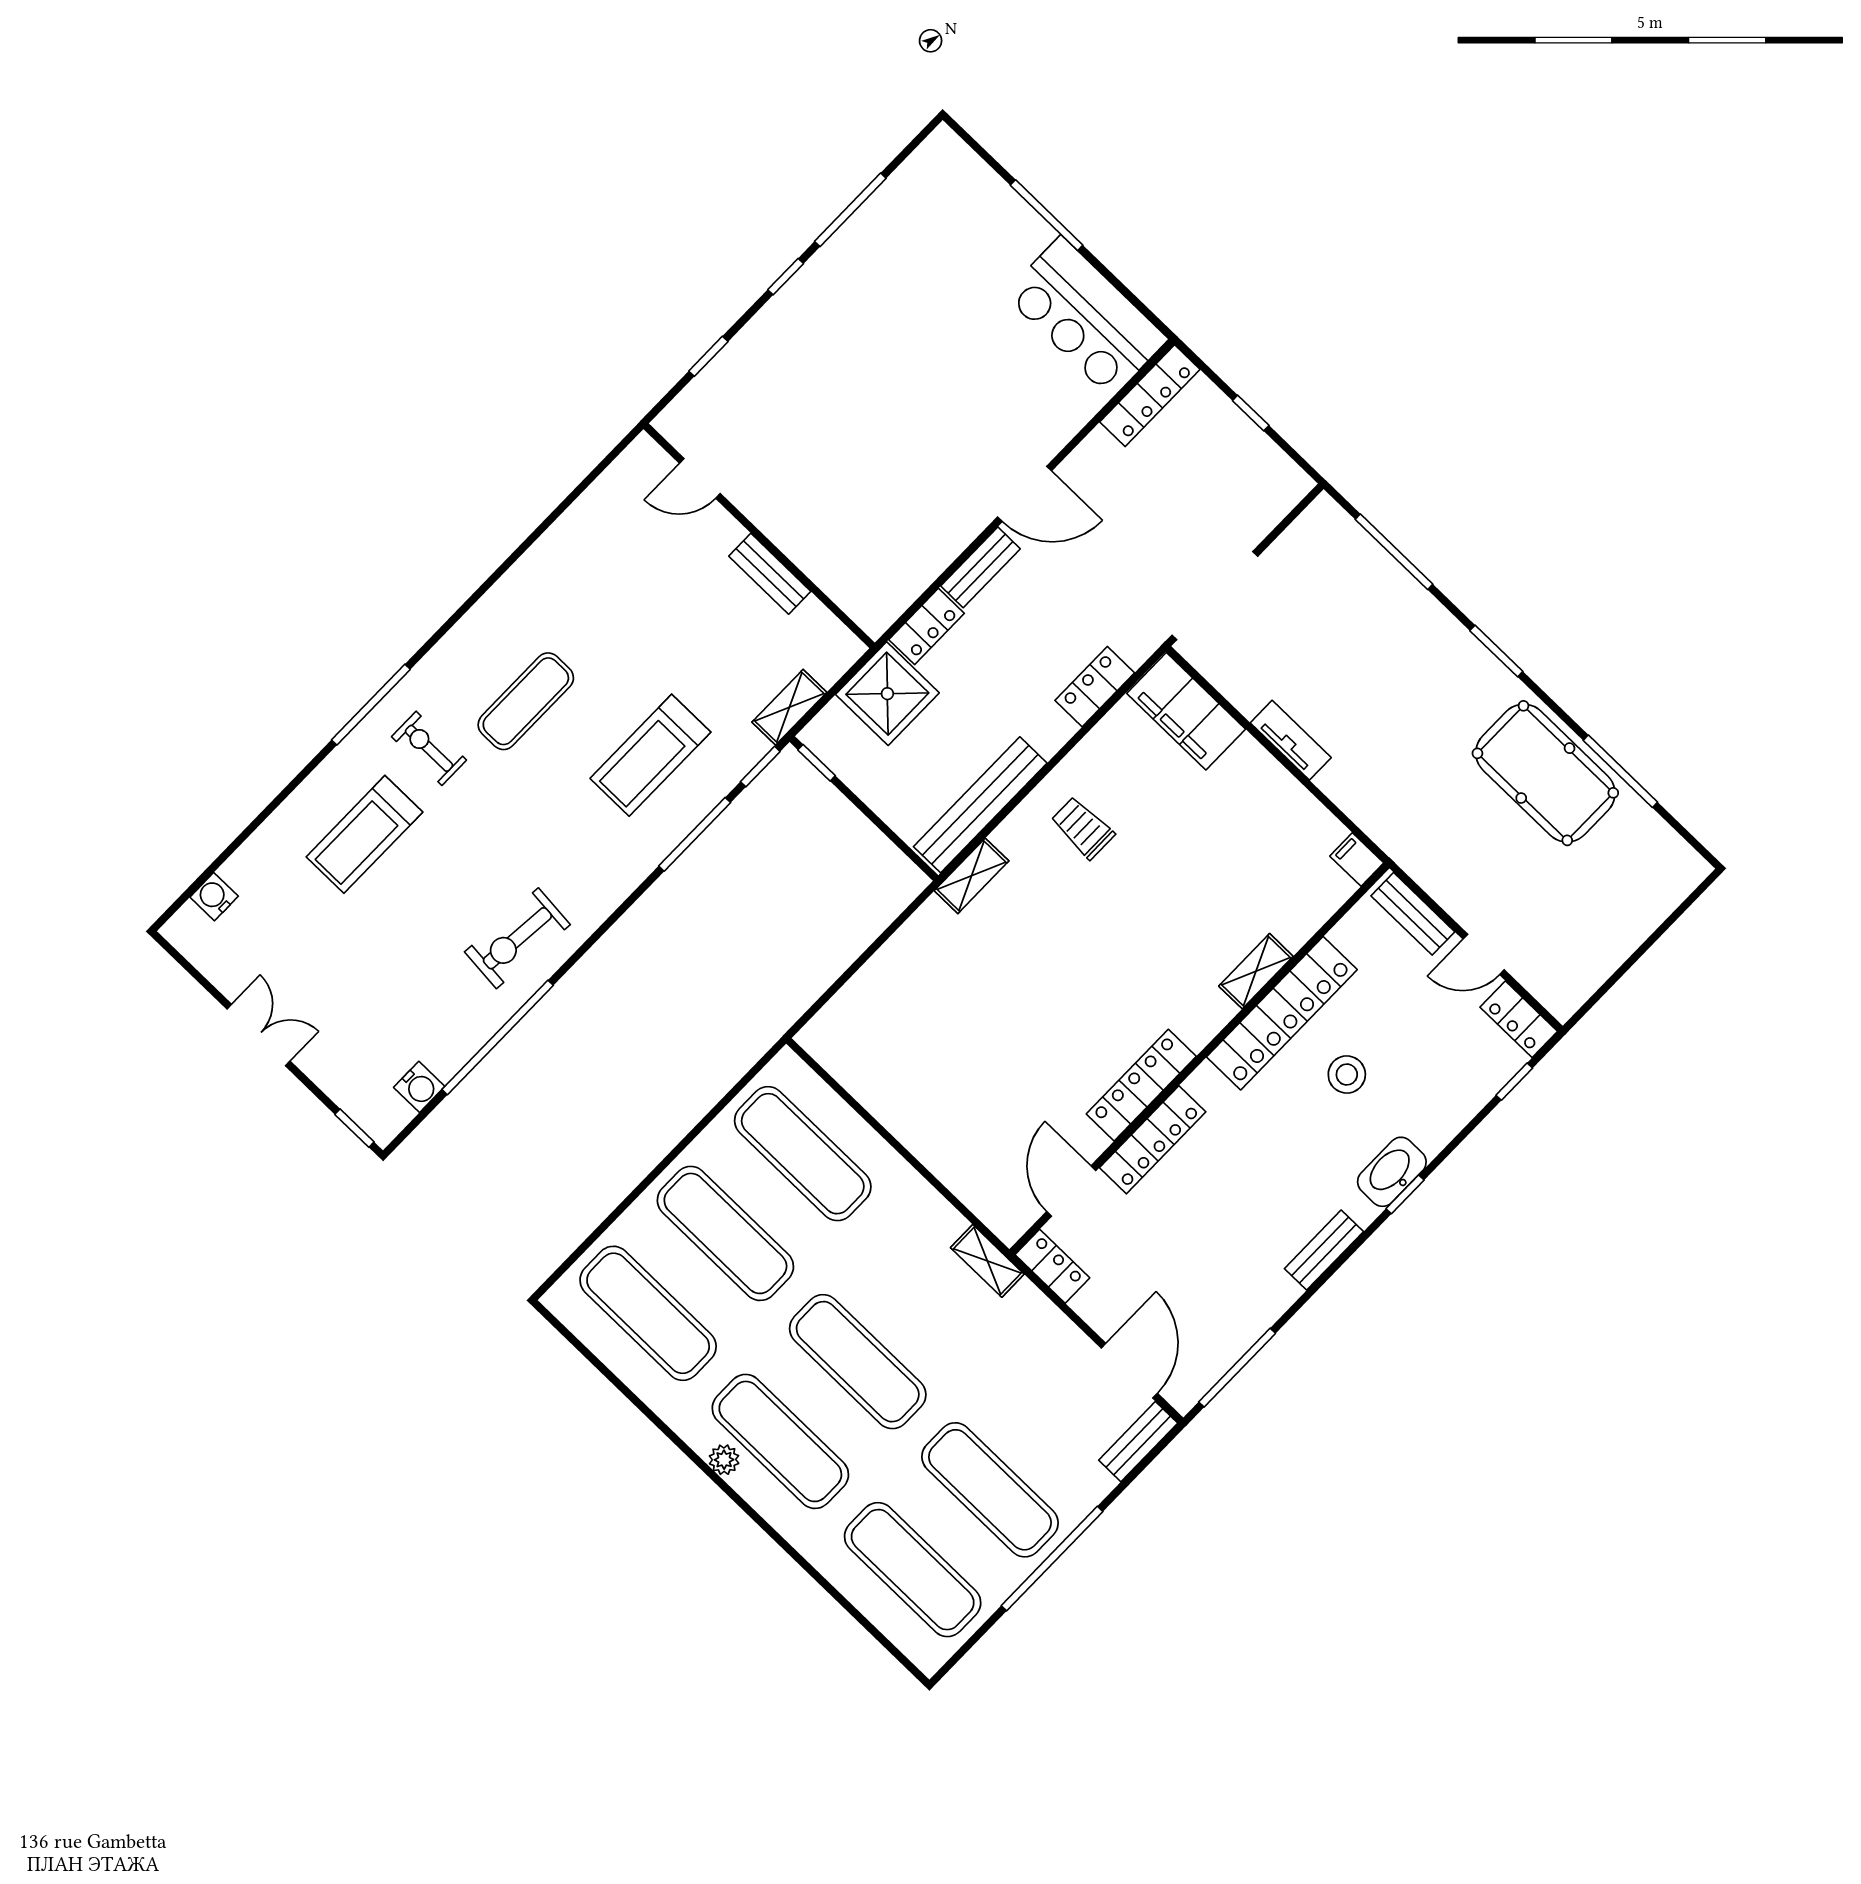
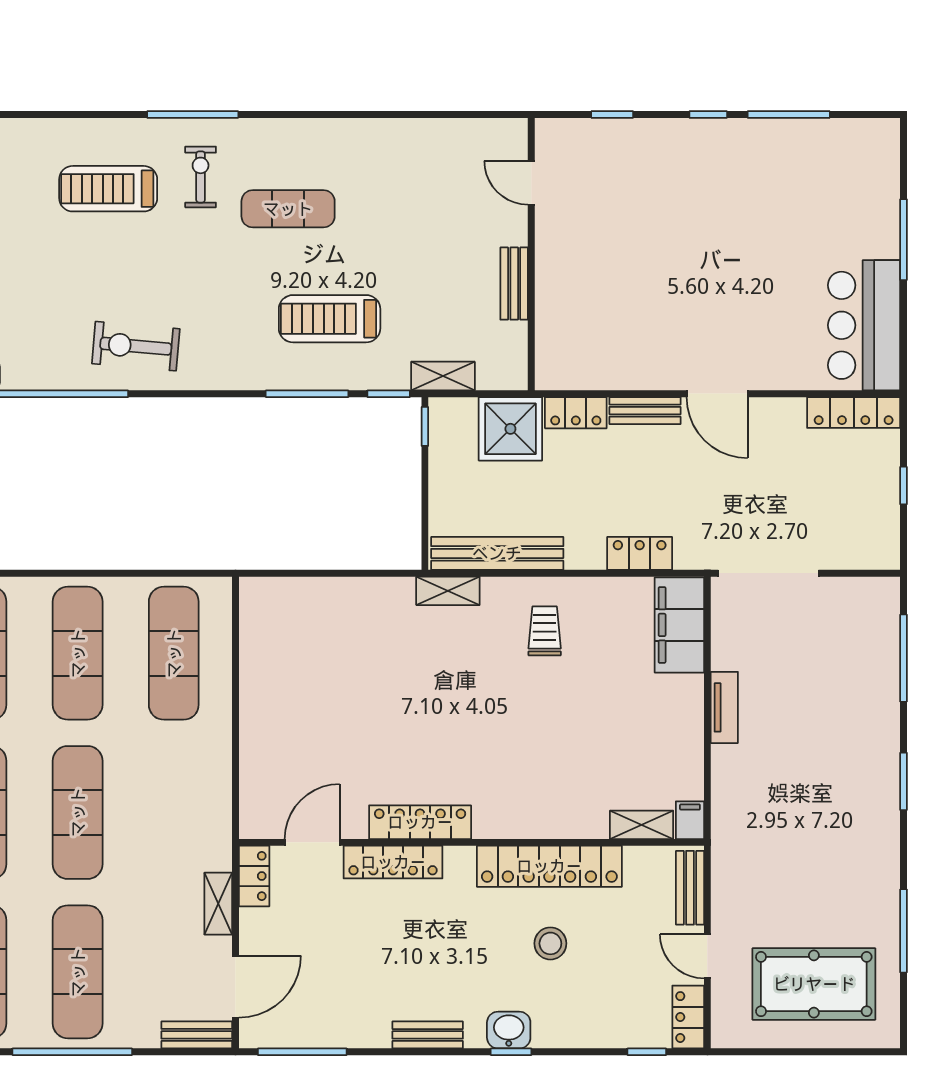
pool table: (1545, 773) -> (814, 984), moved, turned 90
shelving: (1256, 971) -> (642, 825), moved
washbasin: (1392, 1172) -> (509, 1030), width x0.72
shelving: (987, 1261) -> (218, 904), moved

